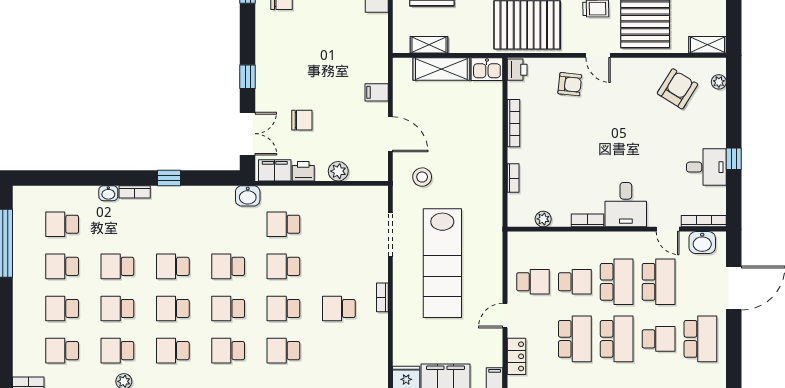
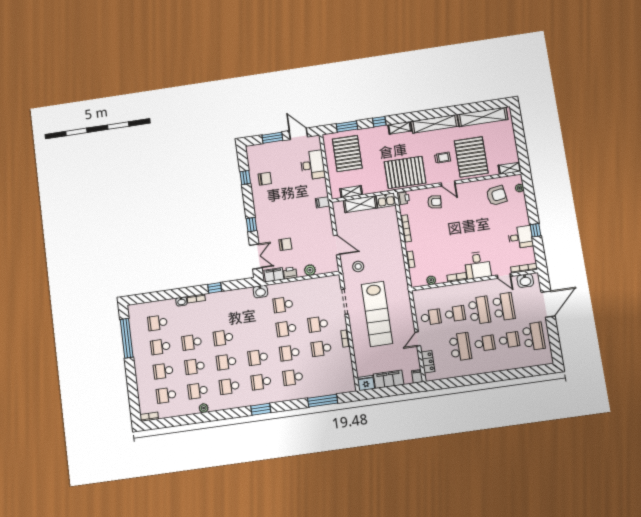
armchair: (677, 89) -> (496, 195), turned 49
filing cabinet: (377, 92) -> (323, 202), moved
school desk: (228, 266) -> (318, 324), moved
school desk: (617, 339) -> (485, 343), width x0.54

